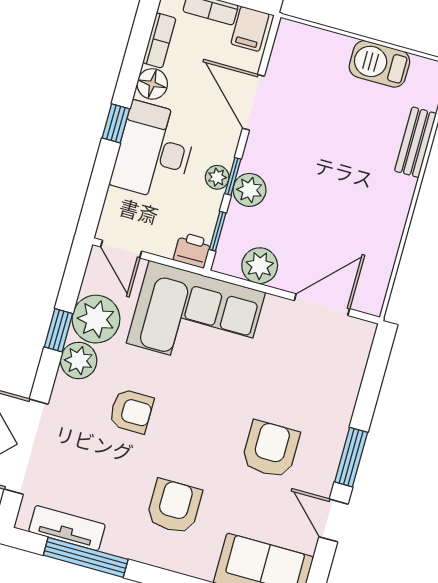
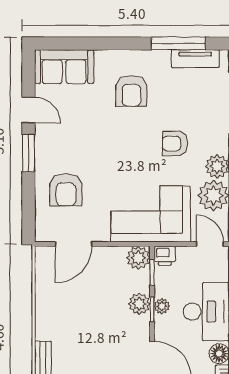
plant: (260, 266) -> (138, 258), moved
armchair: (270, 449) -> (66, 190), moved

